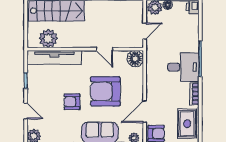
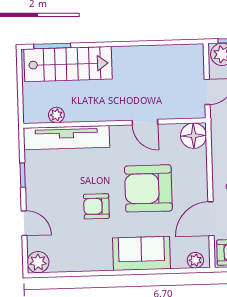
plant: (48, 38) -> (56, 115), width x0.53, depth x0.53

